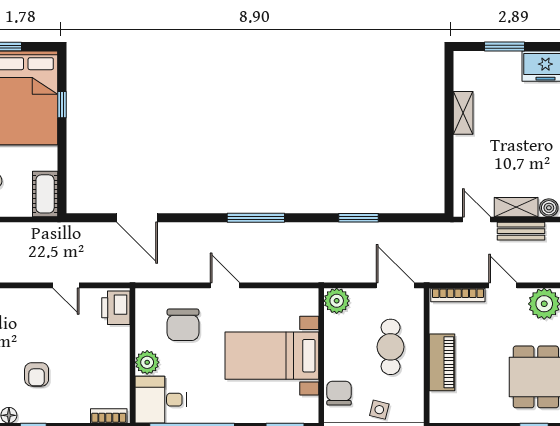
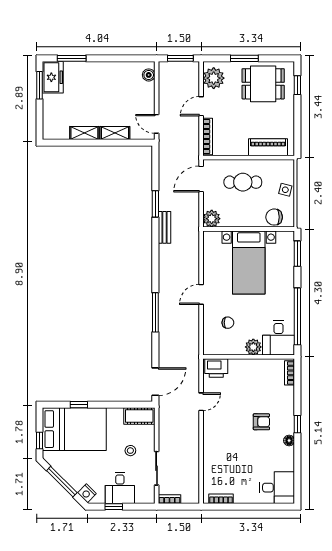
window: (505, 47) -> (40, 85), moved
shelving: (516, 207) -> (115, 133), moved, turned 90
door: (137, 218) -> (155, 382), moved
window: (256, 218) -> (155, 312), moved
door: (476, 220) -> (157, 124), hinge flipped
bench: (521, 231) -> (164, 227), moved
chair: (183, 325) -> (228, 323), width x0.54, depth x0.54
piano: (442, 362) -> (268, 147), moved

